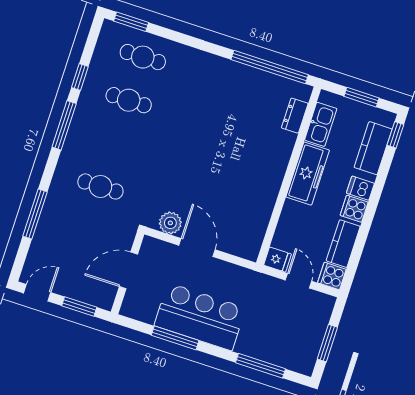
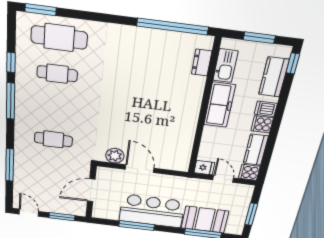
cafe table: (143, 57) -> (59, 37), width x1.37, depth x1.35
door: (37, 293) -> (29, 213), hinge flipped
booth: (267, 342) -> (205, 220), added

